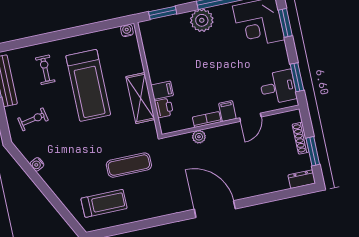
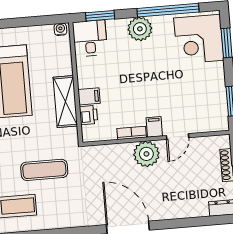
desk: (278, 87) -> (90, 38), moved, turned -90
plant: (199, 137) -> (146, 154), moved, width x1.88, depth x1.88

